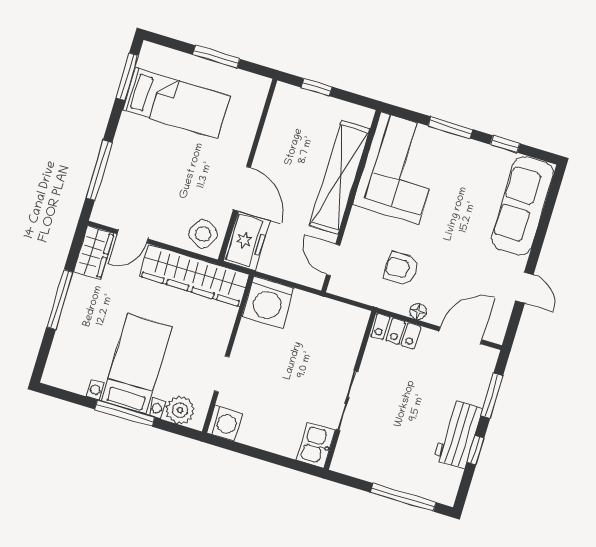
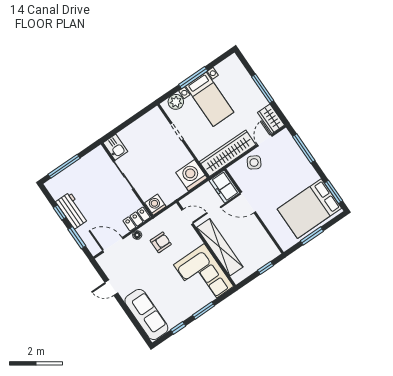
bed: (176, 103) -> (309, 209), width x1.50
side table: (203, 234) -> (254, 162), moved
door: (460, 335) -> (113, 245), swing flipped
washing machine: (224, 423) -> (155, 205), moved, turned 90

